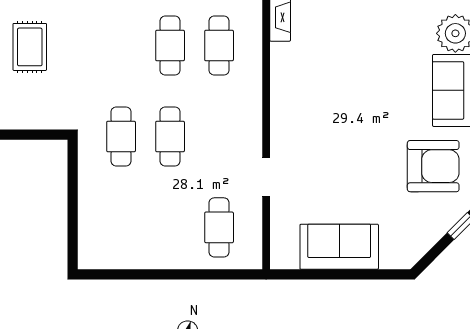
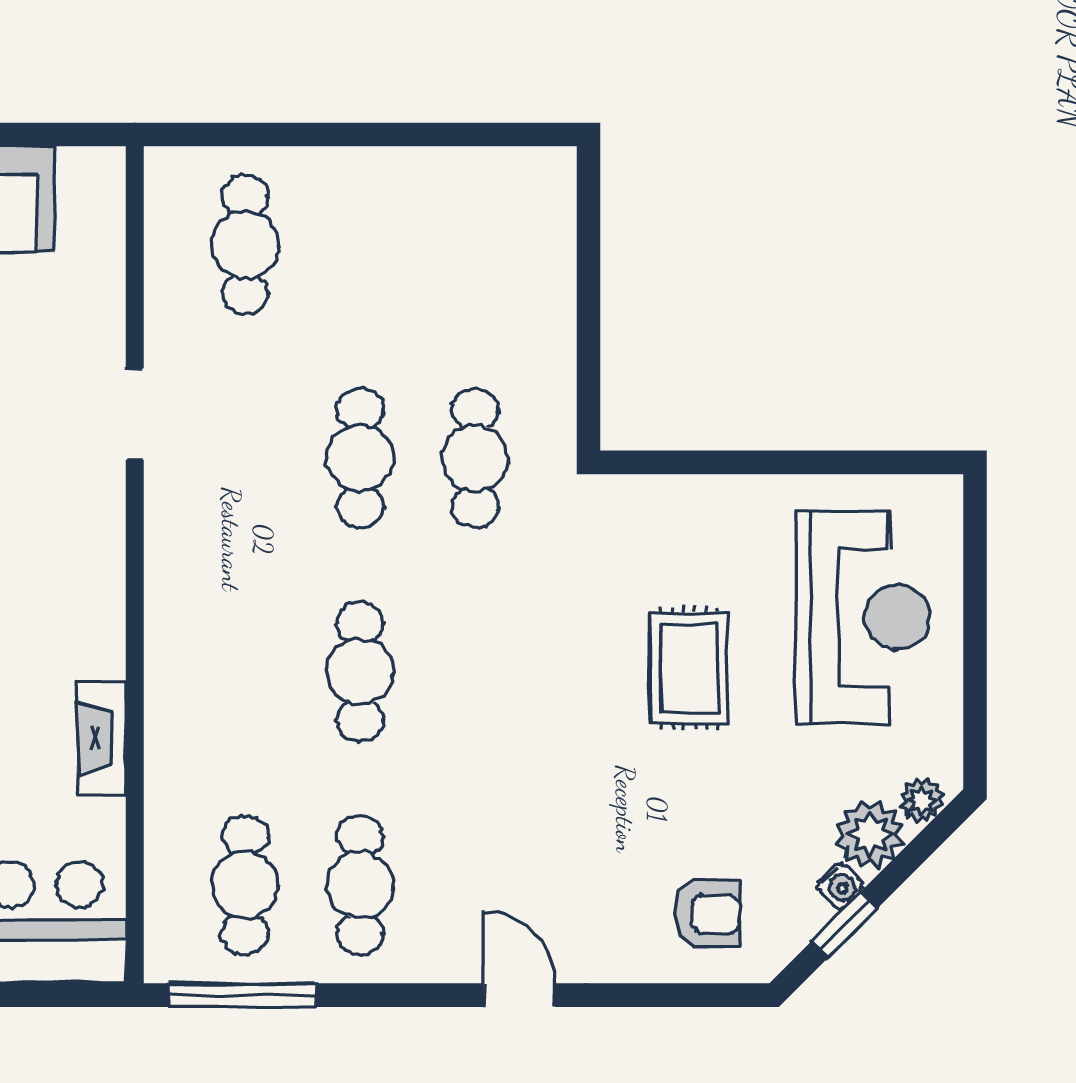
cafe table: (219, 46) -> (245, 672), removed
doorway: (266, 177) -> (135, 414), moved

